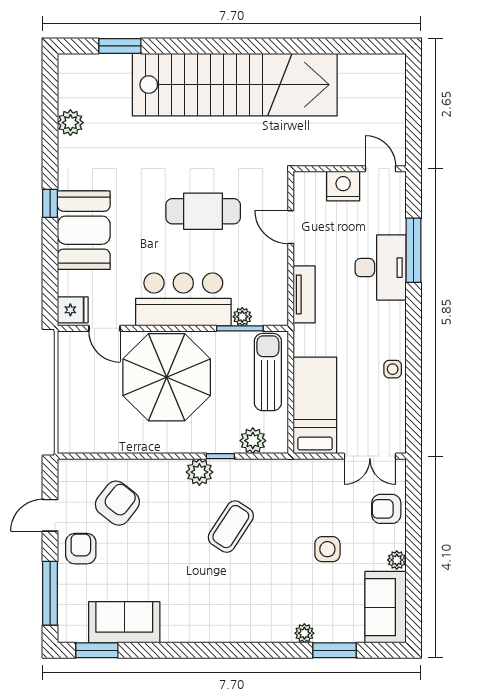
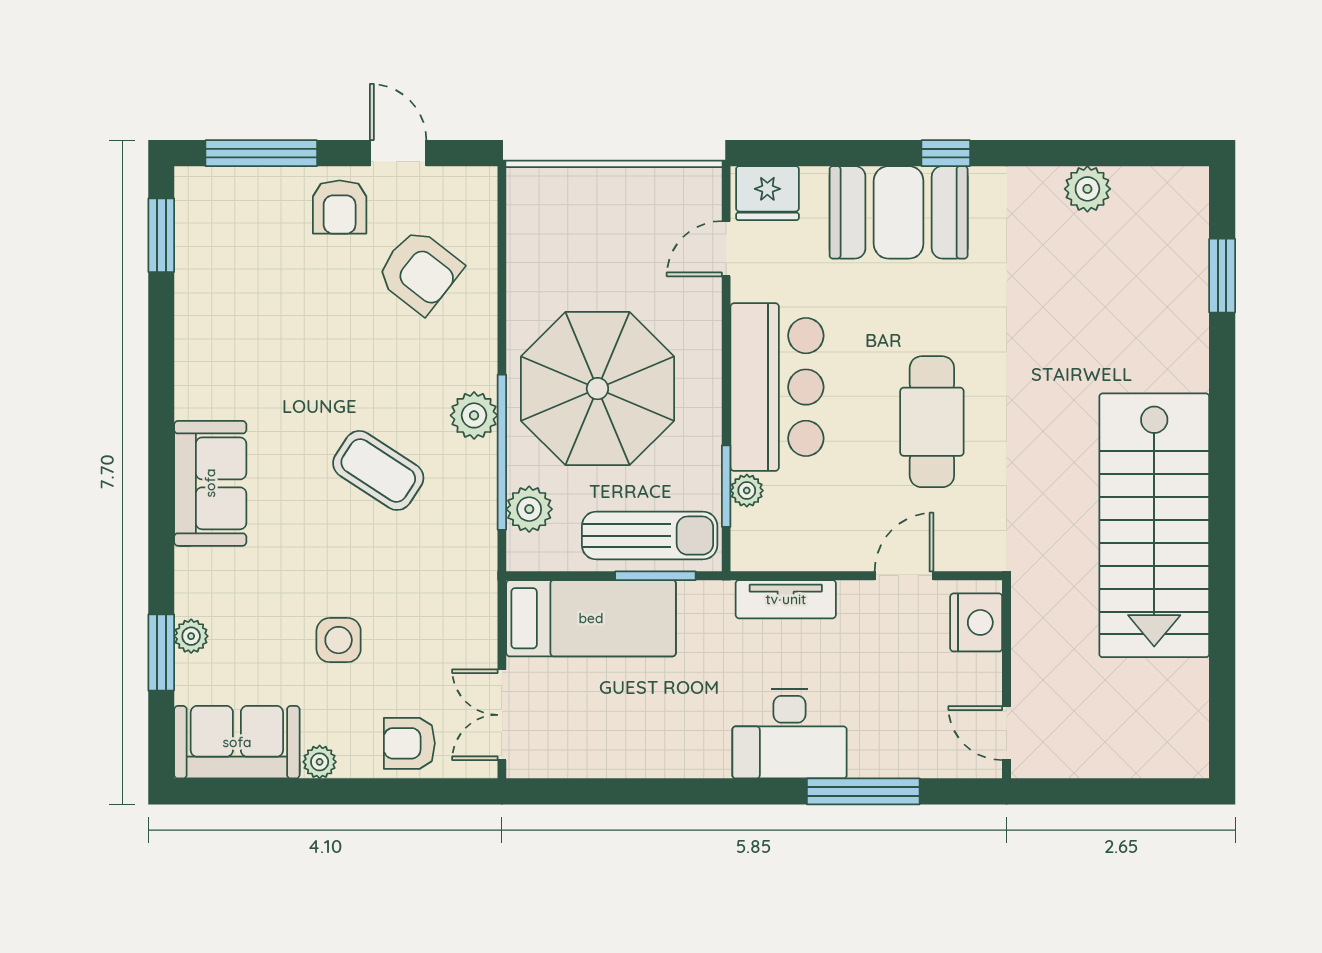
stairs: (235, 85) -> (1154, 525), width x0.73
door: (380, 169) -> (1007, 733), swing flipped
nightstand: (343, 186) -> (976, 622), moved
desk: (381, 268) -> (790, 734), moved
fridge: (73, 310) -> (767, 193), width x1.38
window: (291, 369) -> (655, 576), added
side table: (393, 369) -> (655, 755), removed
parasol: (167, 377) -> (597, 389), moved
window: (220, 456) -> (502, 452), width x3.17
armchair: (386, 509) -> (409, 743), turned -90
armchair: (81, 549) -> (340, 207), turned 90
sofa: (124, 622) -> (210, 483), moved
plant: (304, 633) -> (191, 636), moved

